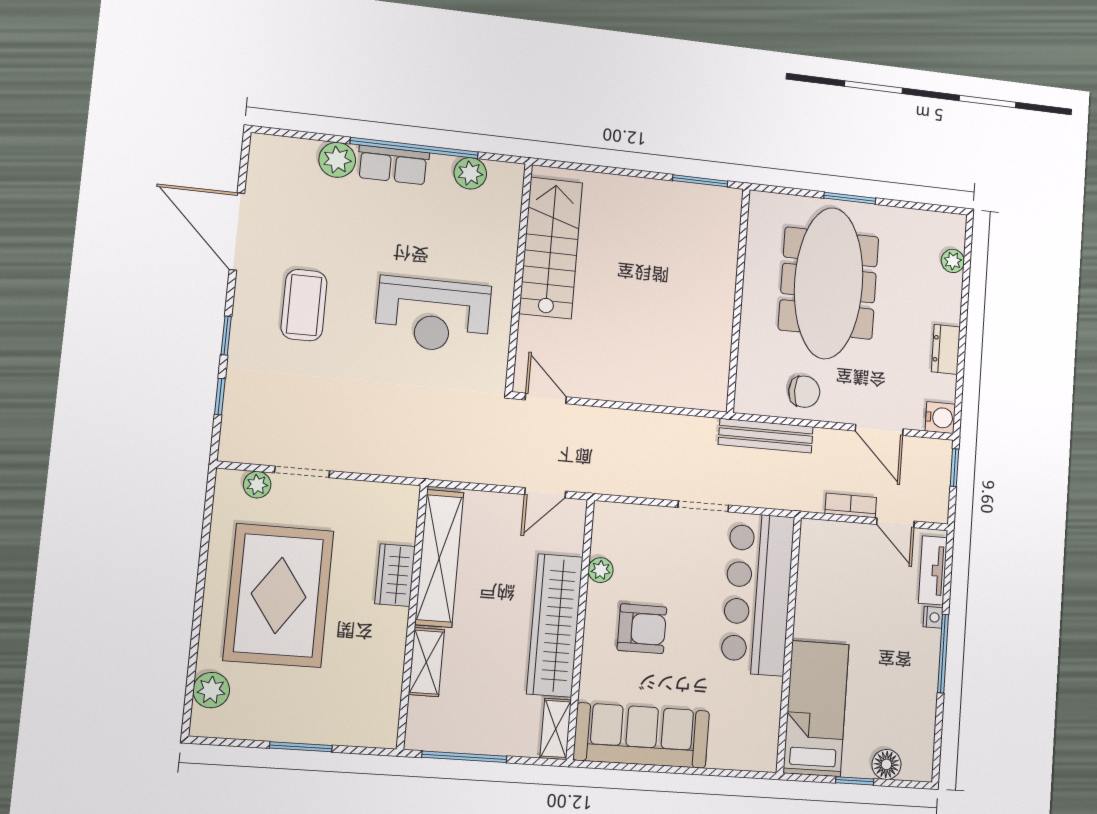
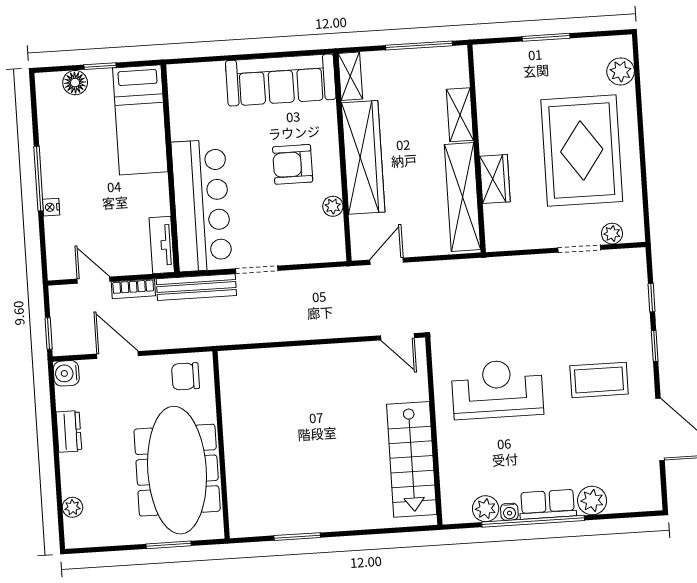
water cooler: (442, 165) -> (509, 512), added
wall: (738, 300) -> (221, 445), moved
coffee table: (304, 305) -> (599, 380), turned 90
bench: (766, 436) -> (196, 287), moved
tv unit: (933, 570) -> (162, 245), moved, turned 180

